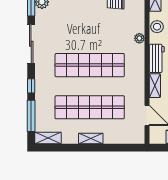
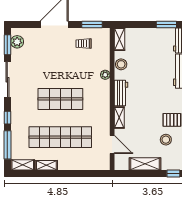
shop shelf: (90, 65) -> (60, 99), width x0.71
shelving: (91, 138) -> (46, 165), moved

